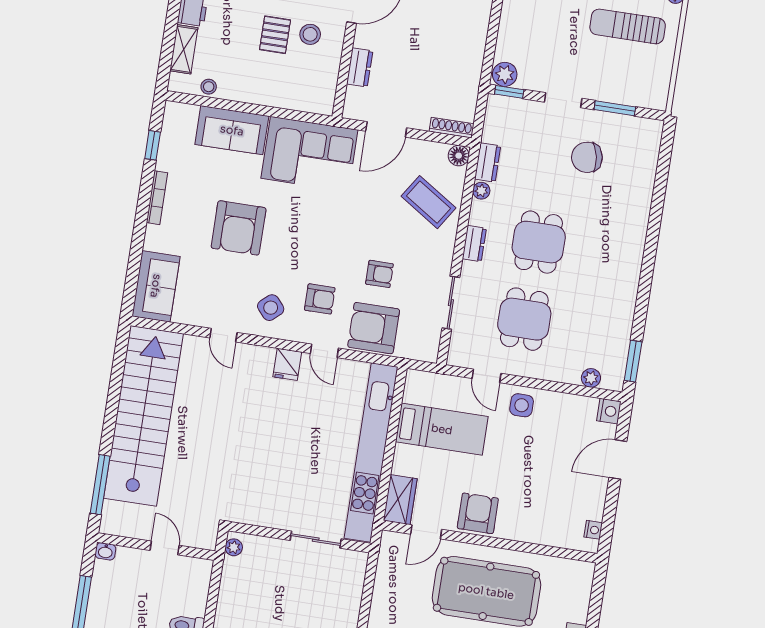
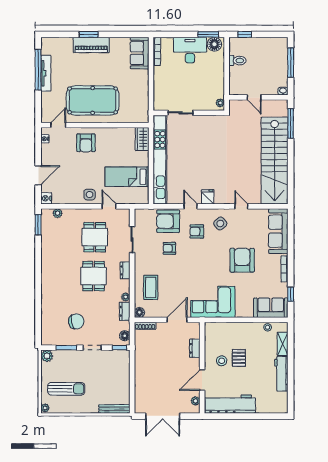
plant: (505, 74) -> (47, 356), moved
floor lamp: (495, 114) -> (125, 336), added
sofa: (232, 130) -> (271, 308), moved
coffee table: (429, 202) -> (151, 287), turned 57
sofa: (156, 286) -> (278, 231), width x1.36
armchair: (374, 328) -> (168, 221), turned 180
armchair: (478, 513) -> (86, 143), moved
door: (426, 532) -> (58, 125), moved

